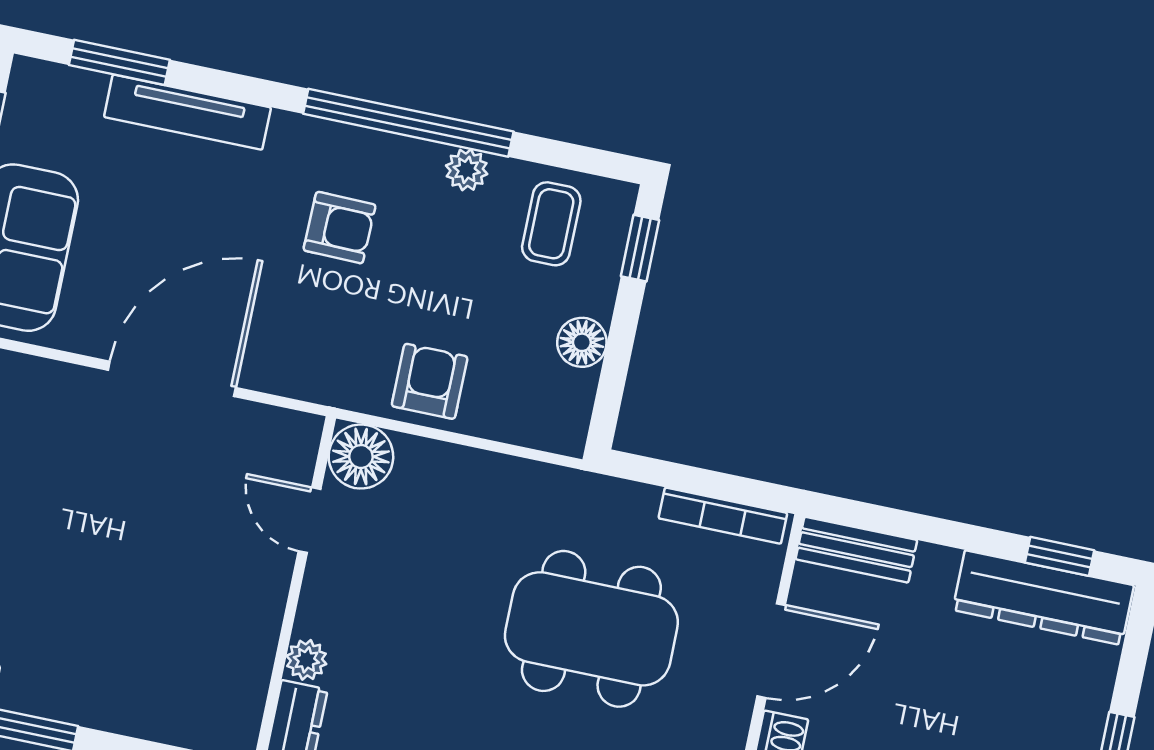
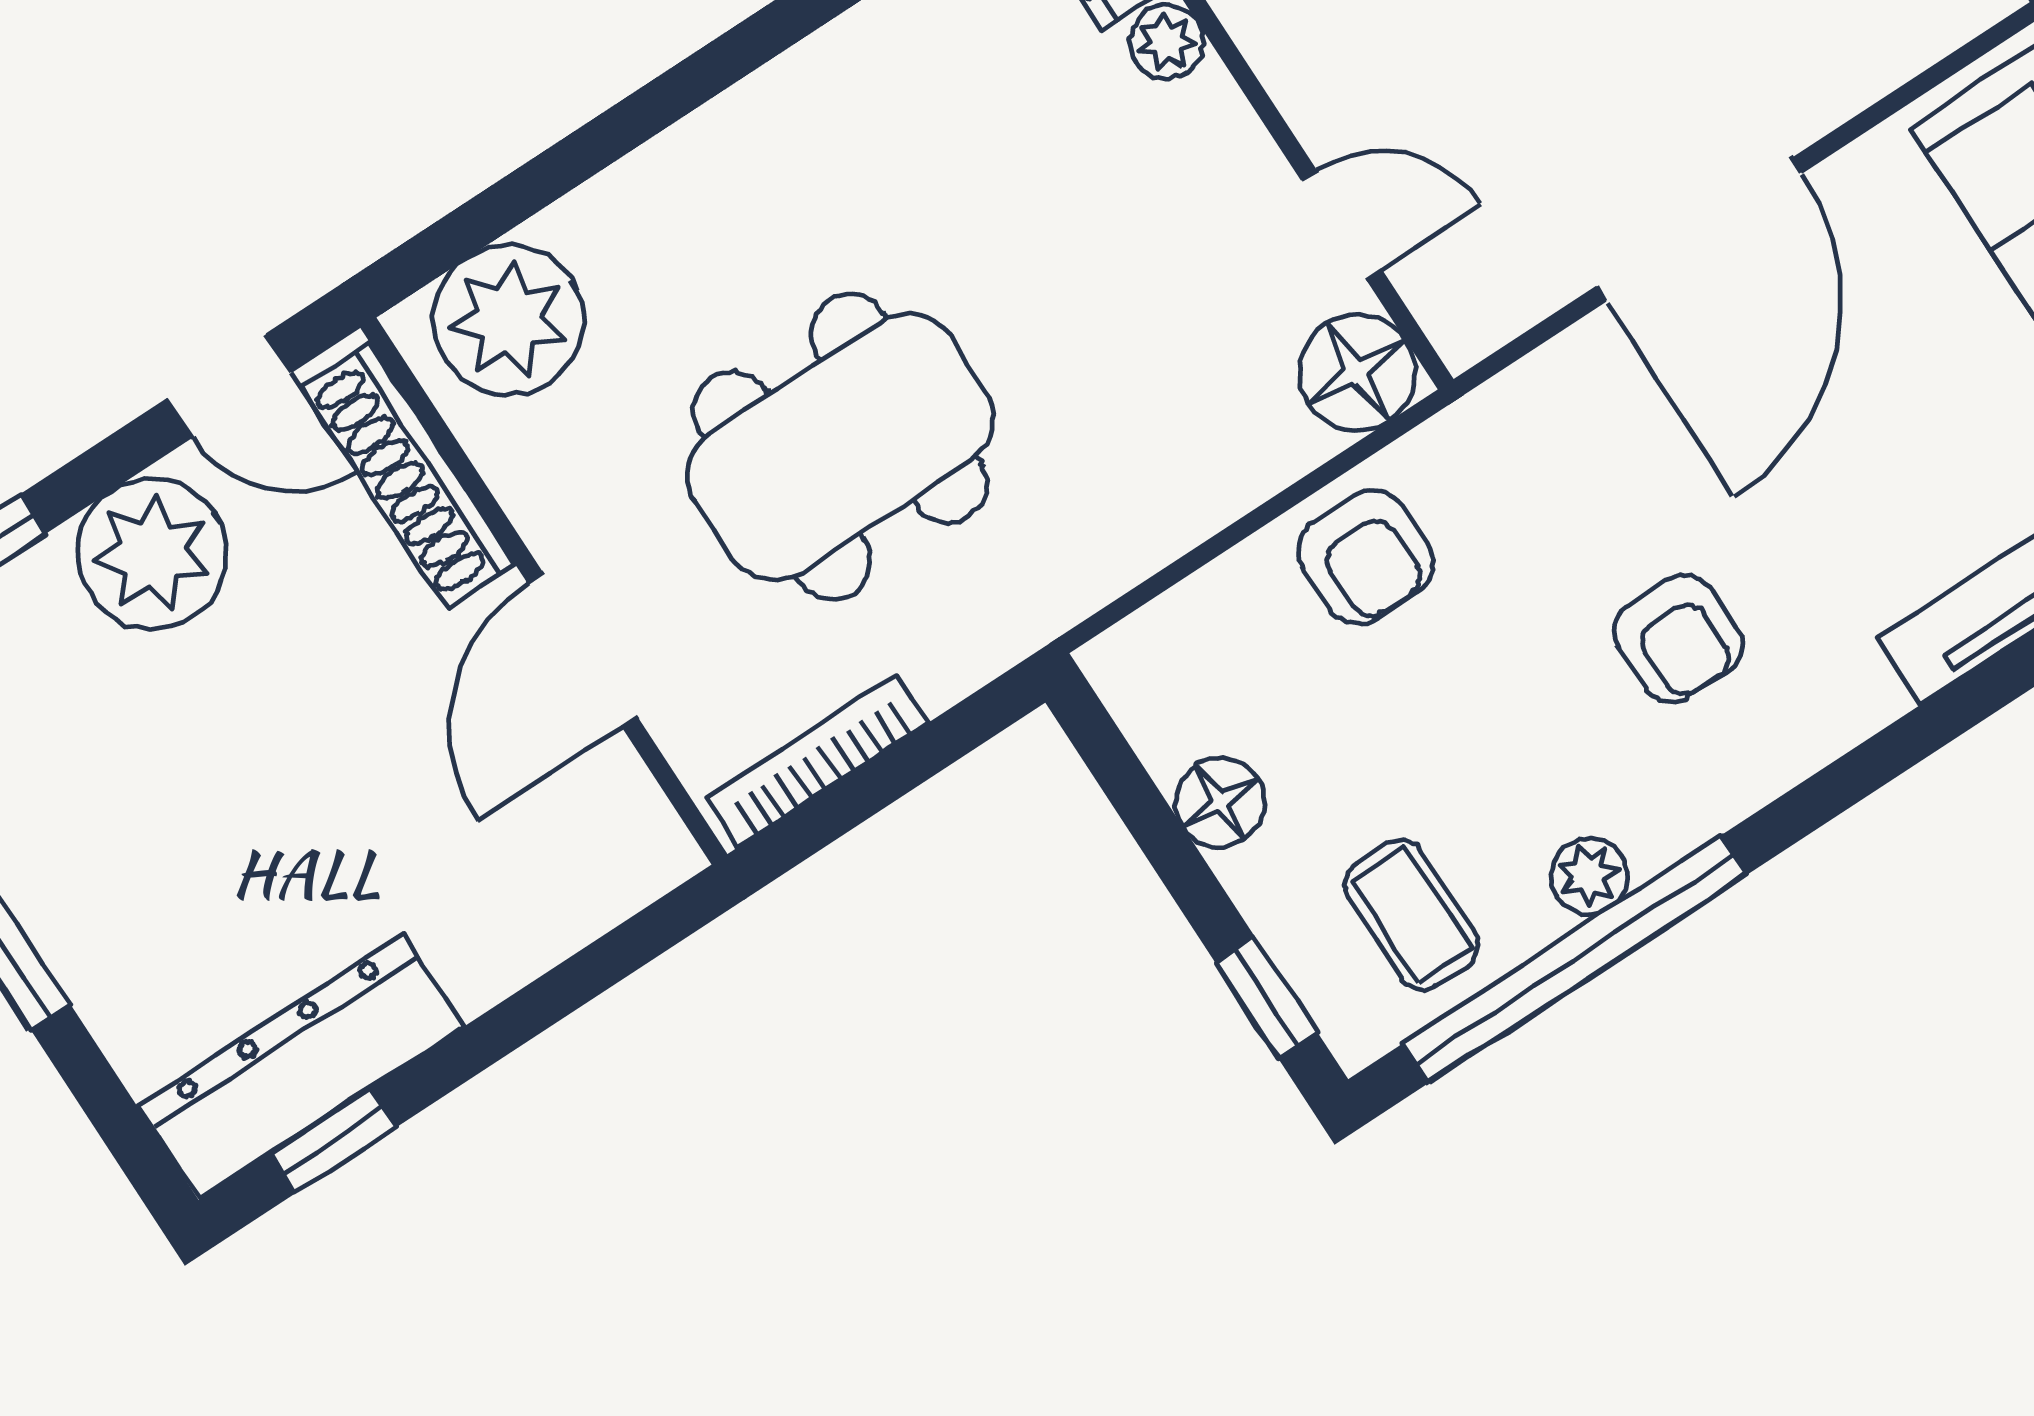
window: (408, 123) -> (1575, 959), moved
armchair: (340, 228) -> (1678, 639), turned -91
bench: (856, 550) -> (602, 888), removed

